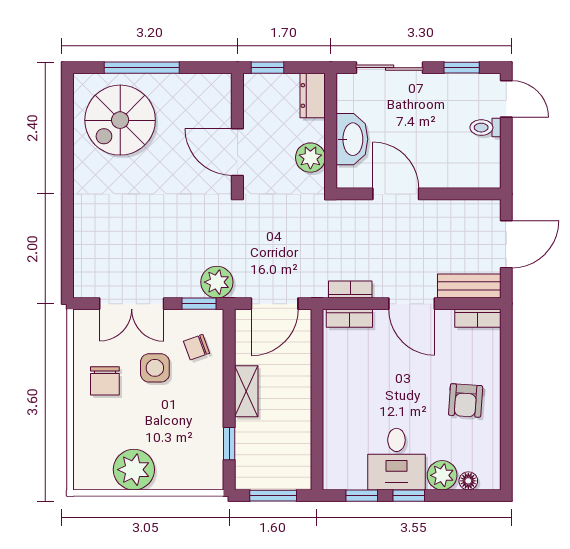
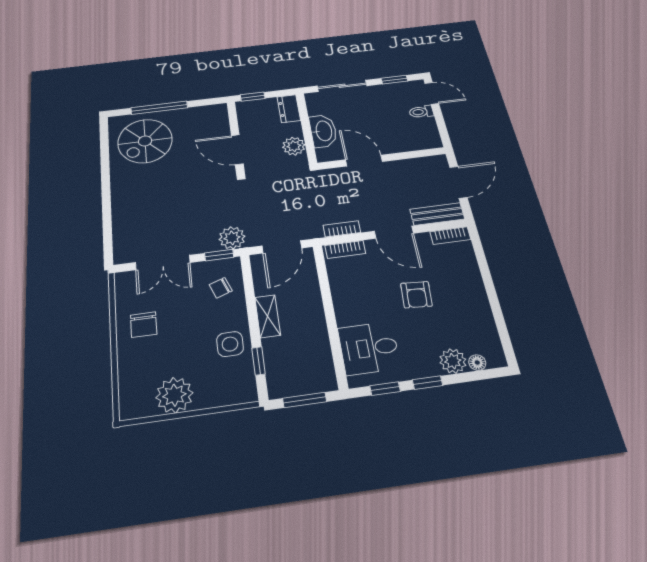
side table: (155, 368) -> (230, 344), moved
armchair: (466, 400) -> (416, 295), moved
desk: (396, 459) -> (369, 348), moved, turned 90

